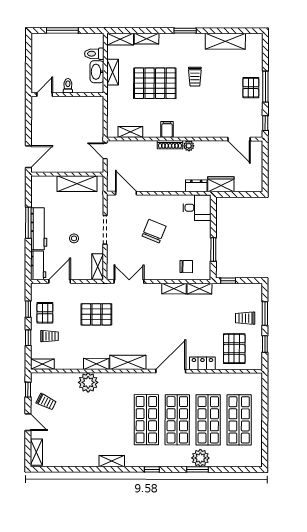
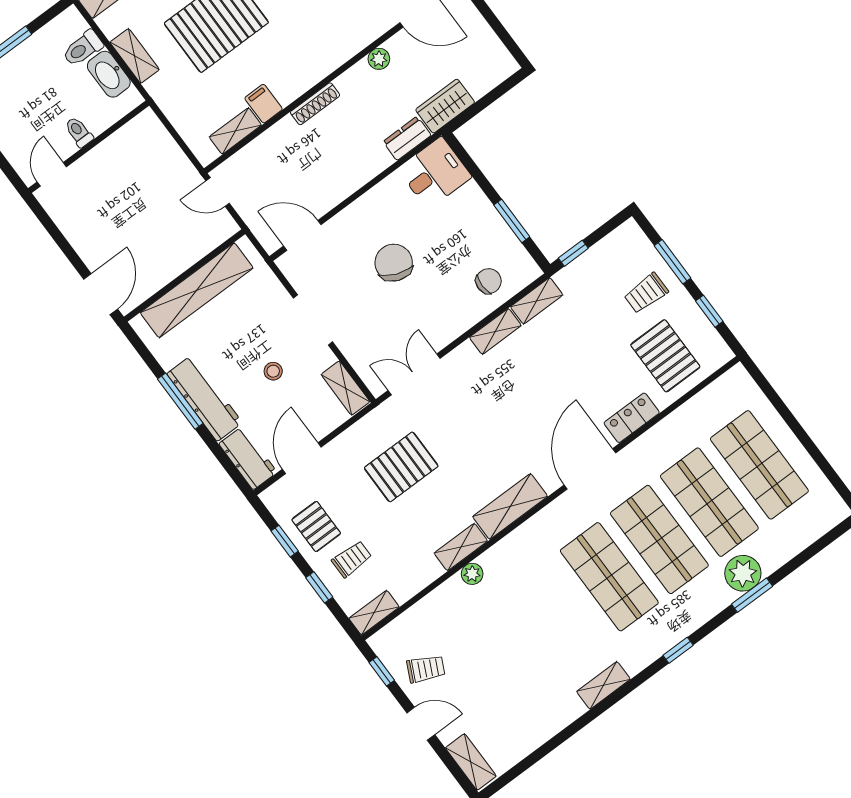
filing cabinet: (167, 129) -> (264, 104), moved
plant: (189, 146) -> (379, 59), moved
shelving: (77, 184) -> (197, 290), width x1.47
plant: (88, 382) -> (472, 574), width x0.53, depth x0.53

